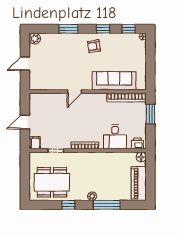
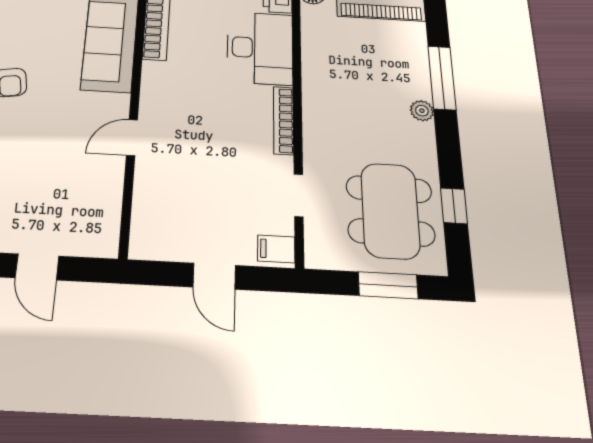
door: (74, 92) -> (132, 138), swing flipped
desk: (115, 137) -> (260, 48), width x1.37
window: (25, 180) -> (388, 285), added
window: (68, 205) -> (454, 206), moved

